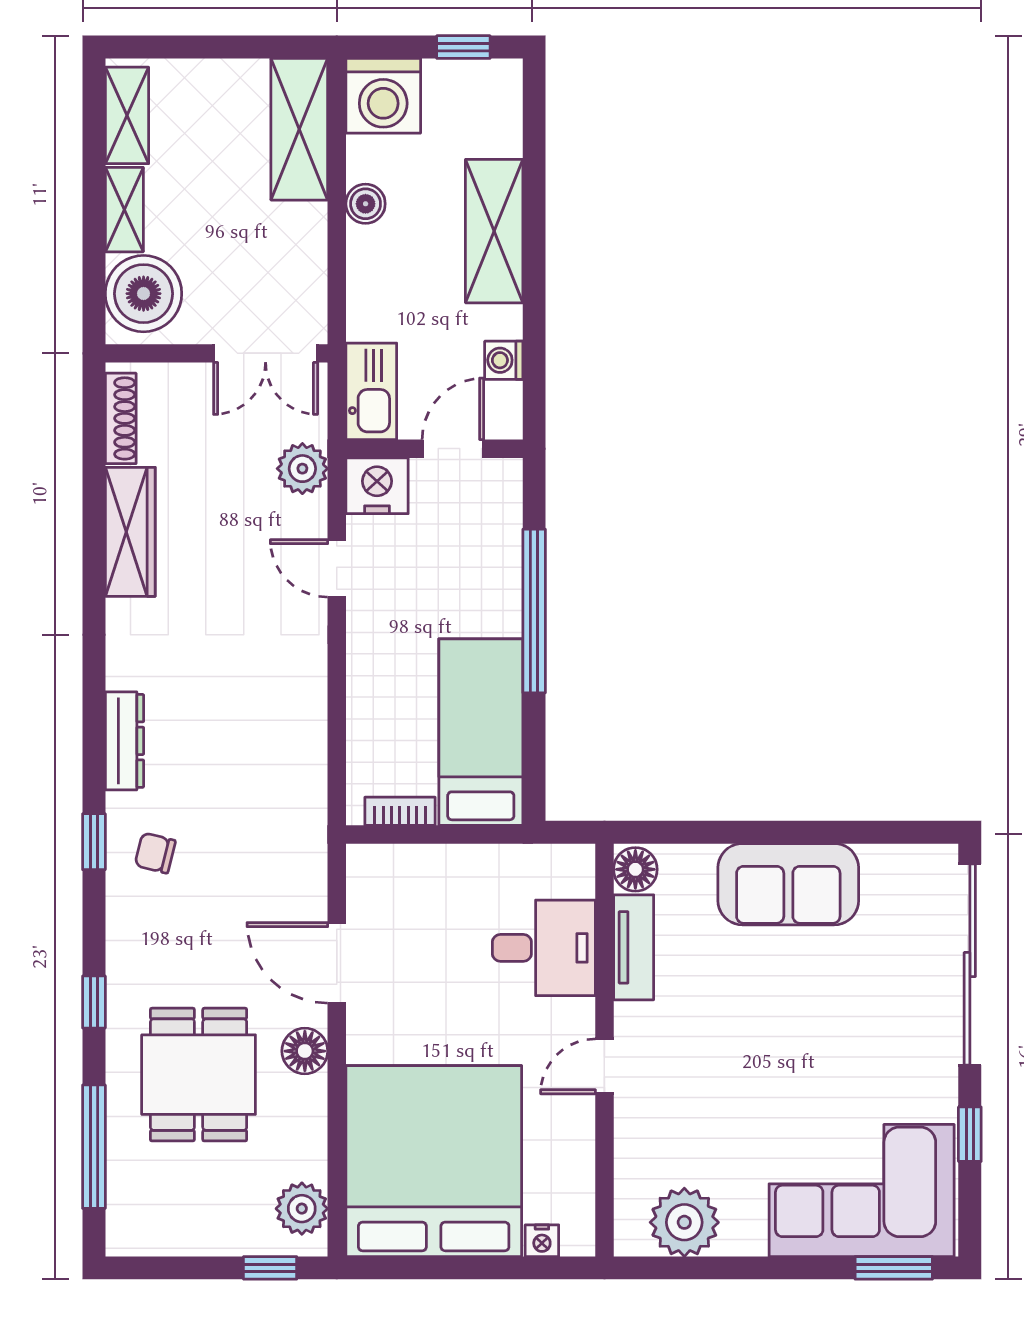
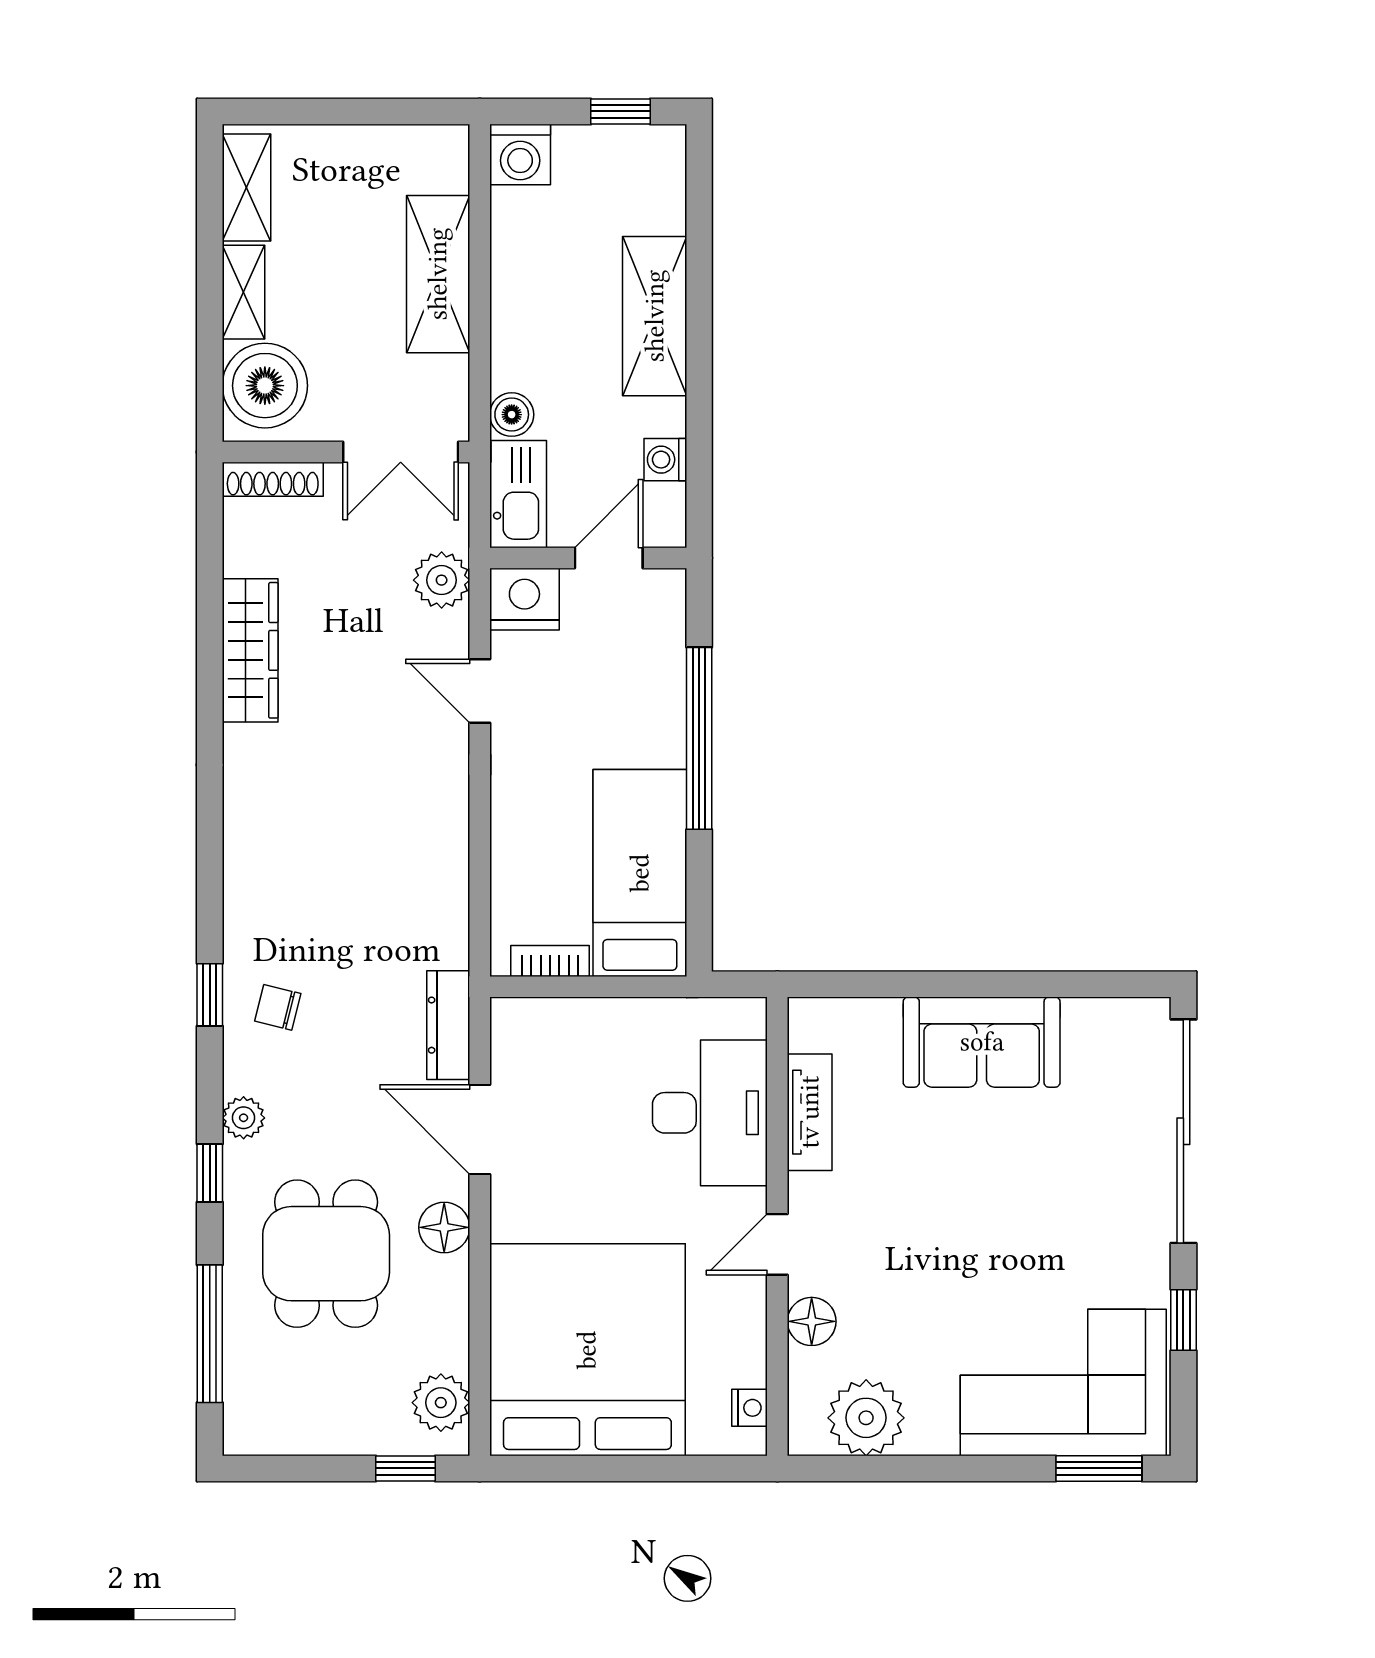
washing machine: (383, 96) -> (520, 154), width x0.73, depth x0.73
shelving: (299, 129) -> (438, 274), moved
boiler: (366, 204) -> (512, 415), moved
shoe rack: (121, 418) -> (273, 479), moved, turned 90
dresser: (124, 741) -> (448, 1025), moved, turned 180
floor lamp: (635, 869) -> (812, 1321), moved
desk: (544, 948) -> (710, 1113), width x1.37
plant: (124, 952) -> (244, 1118), added
nightstand: (542, 1241) -> (750, 1408), moved, turned -90

